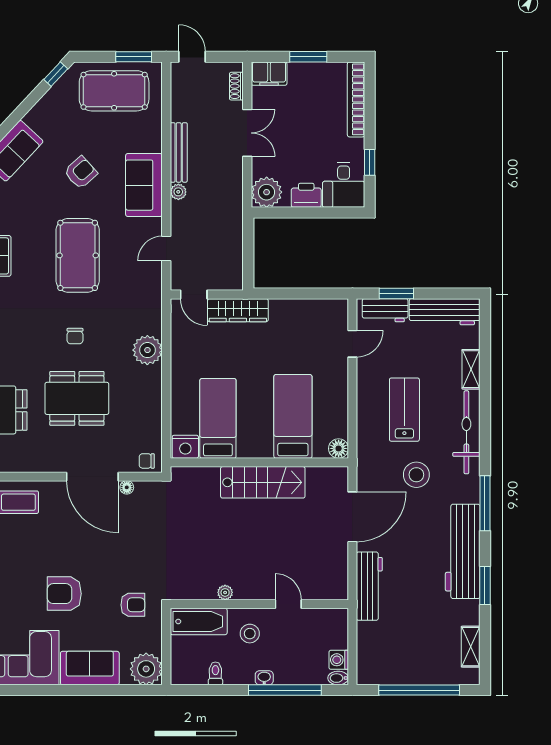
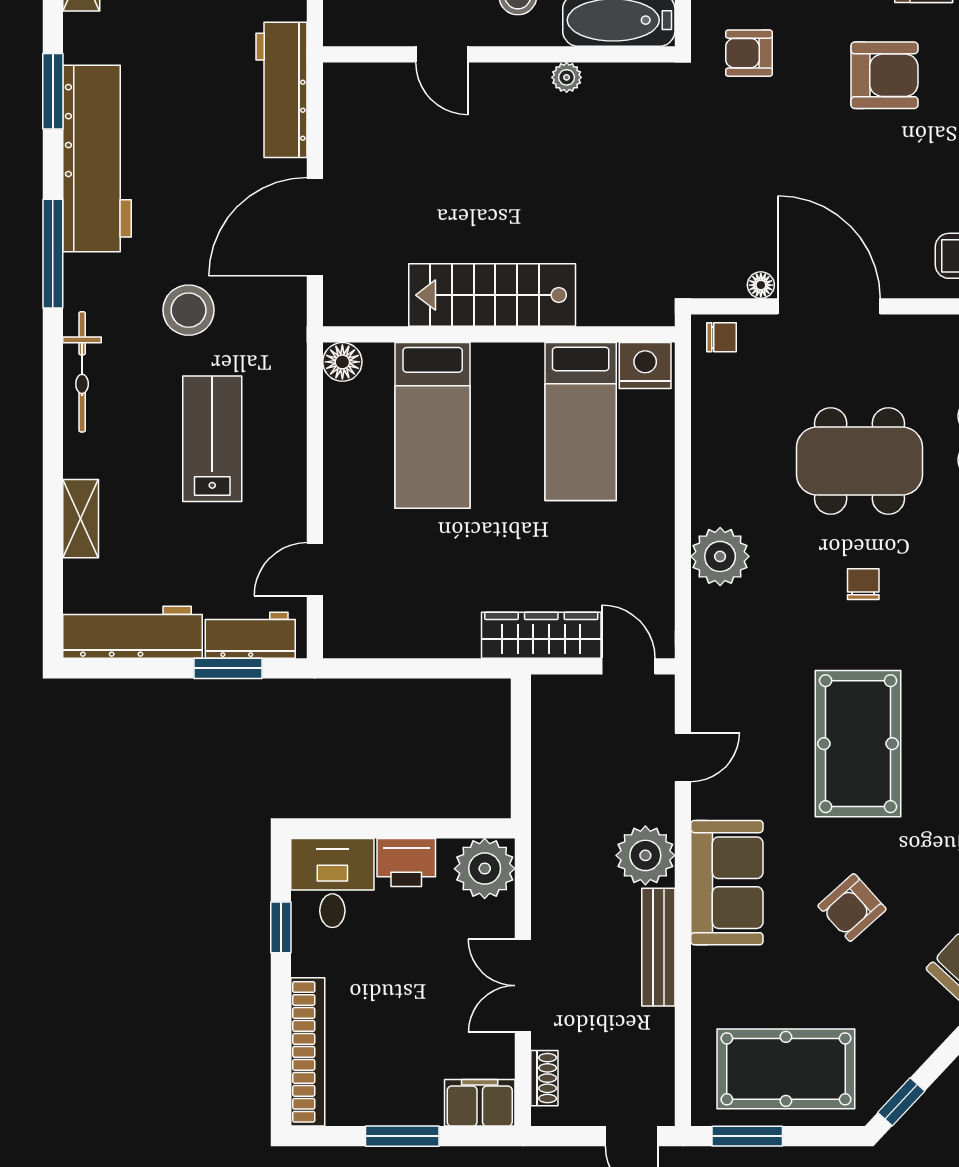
plant: (178, 192) -> (645, 855), width x1.88, depth x1.88
lab bench: (404, 410) -> (212, 439), turned 180
bicycle: (466, 432) -> (82, 372), width x0.73, depth x0.71

